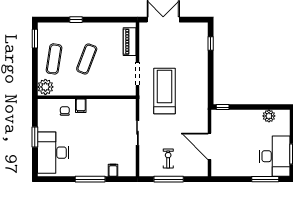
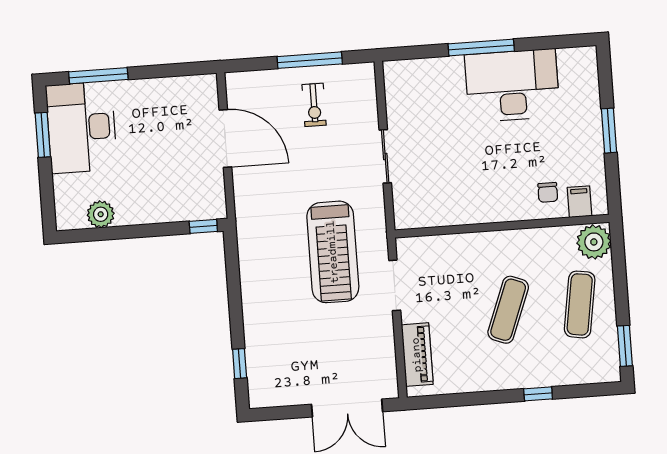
filing cabinet: (81, 106) -> (580, 202), moved
desk: (53, 153) -> (512, 86), moved, turned -90
filing cabinet: (113, 170) -> (433, 71), removed

